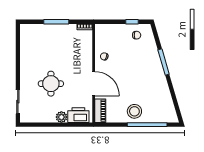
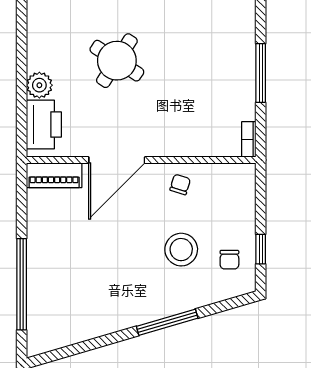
round table: (51, 84) -> (117, 61), turned 33
stool: (134, 111) -> (181, 250), moved

